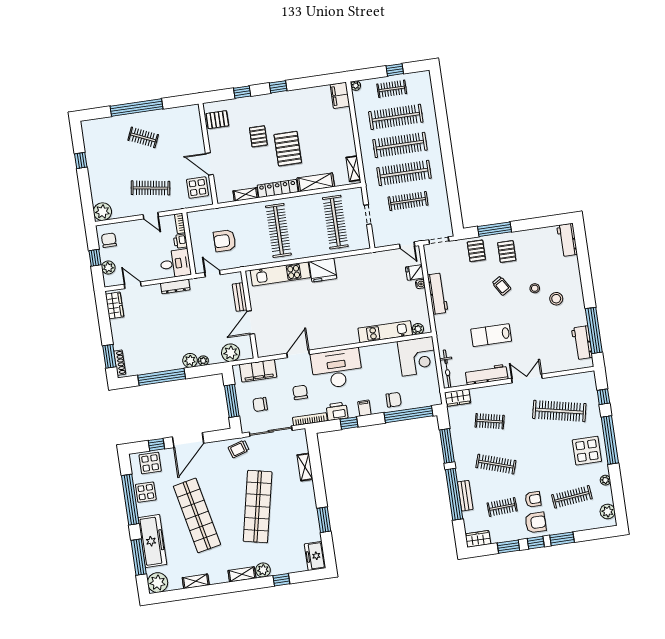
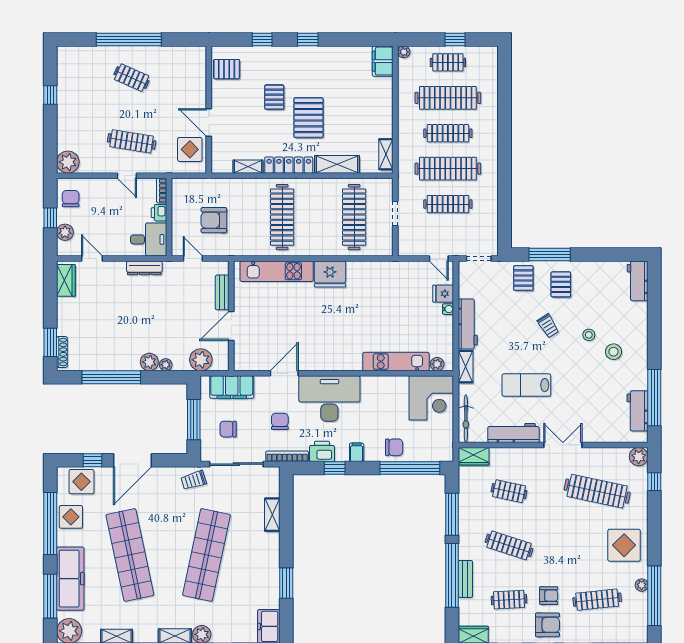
clothes rail: (400, 145) -> (448, 133), width x0.73, depth x0.76
shelving: (441, 328) -> (466, 367), added
window: (610, 440) -> (654, 596), moved
plant: (608, 512) -> (639, 457), moved

